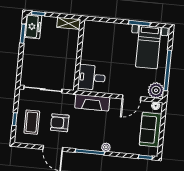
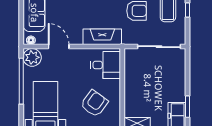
armchair: (105, 44) -> (94, 103), added
door: (132, 98) -> (59, 47), hinge flipped

